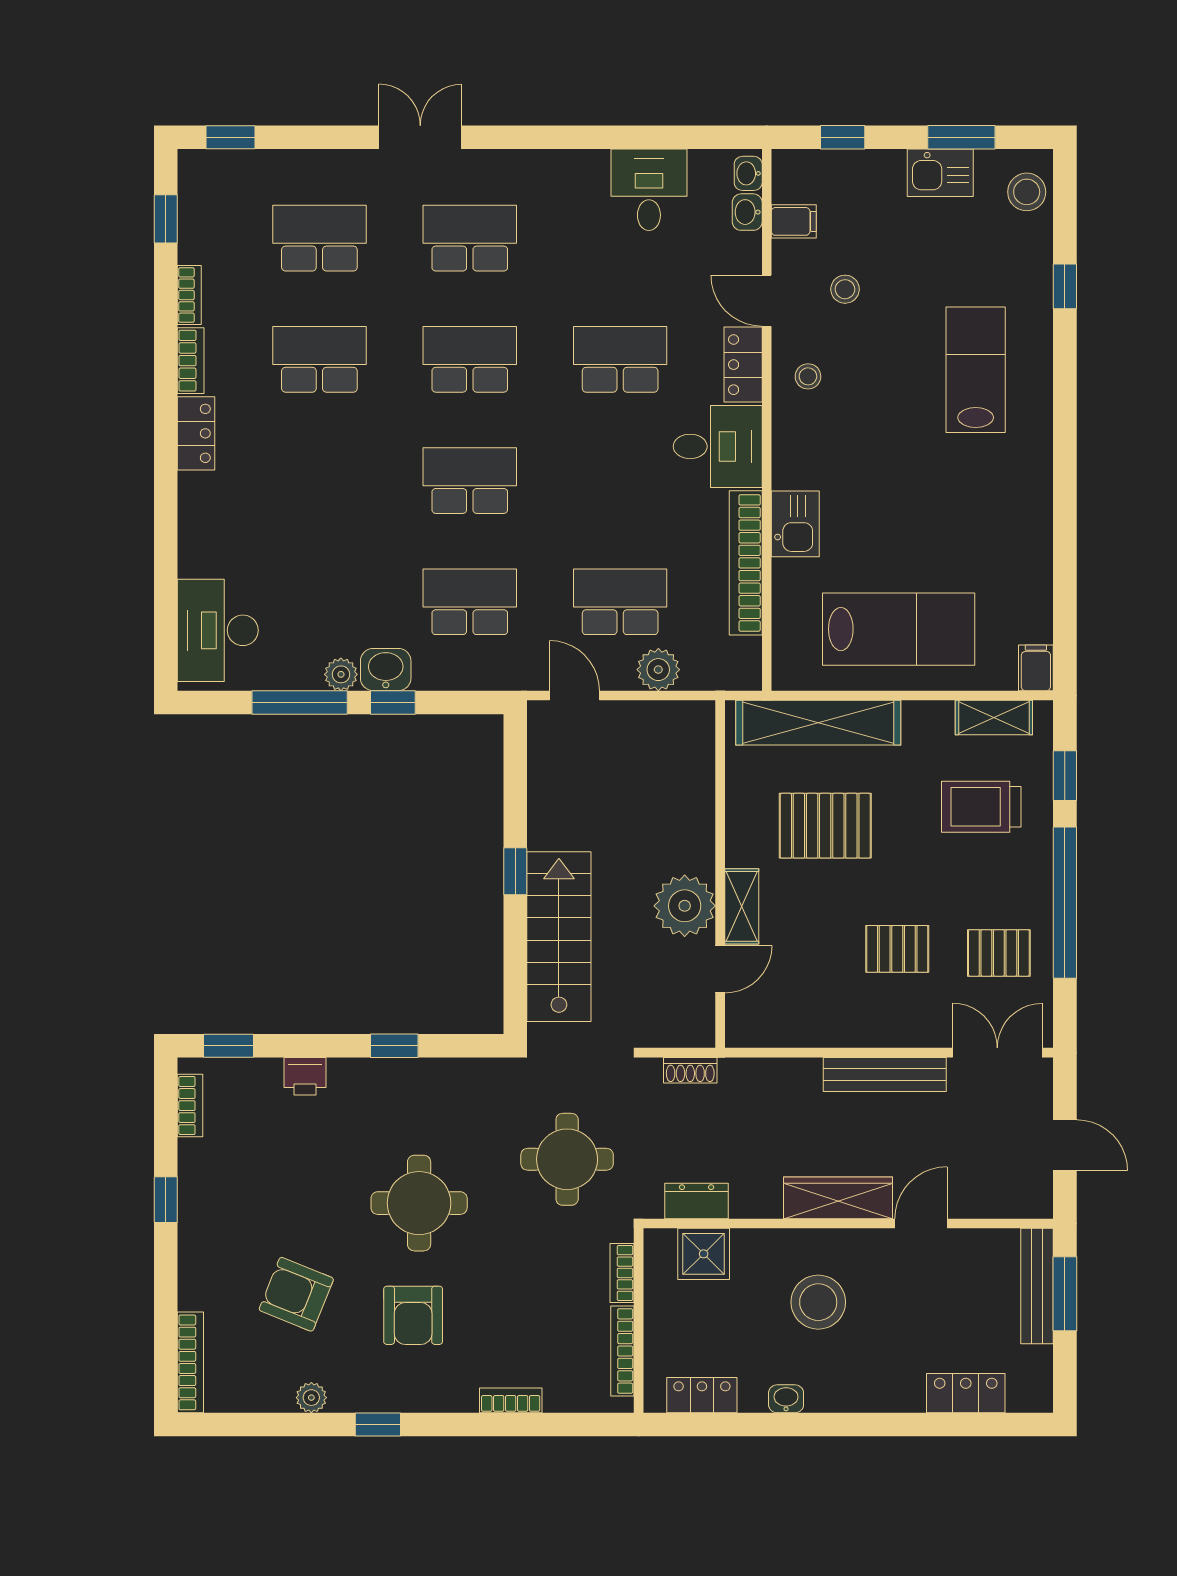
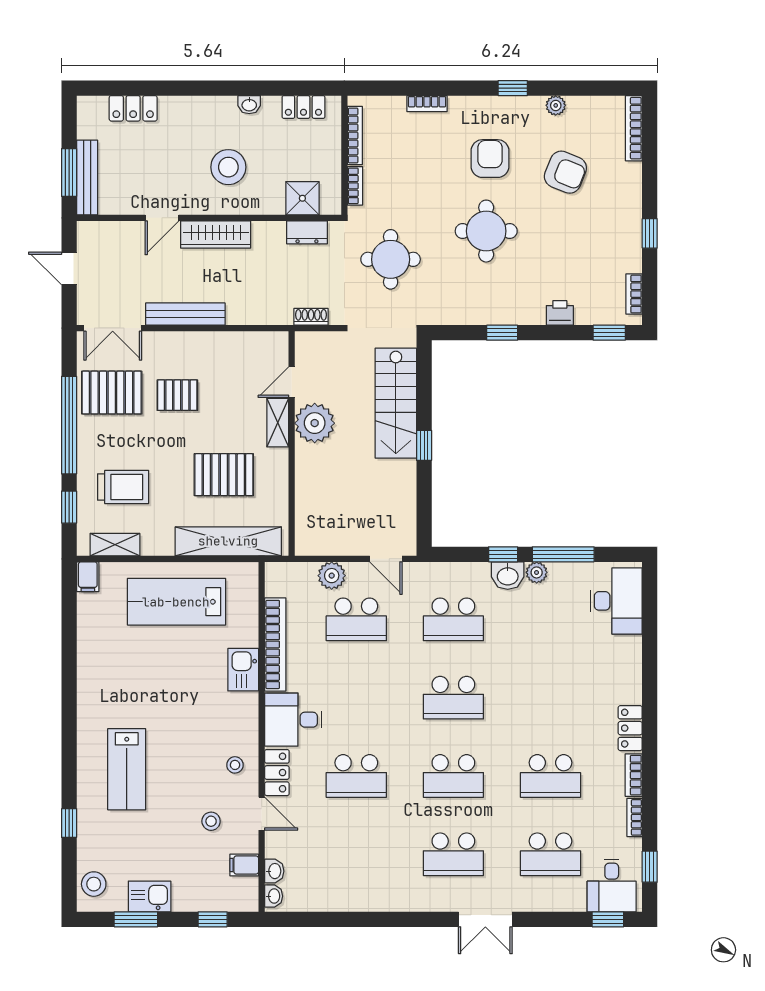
desk: (649, 190) -> (612, 885), moved
pallet: (999, 953) -> (112, 393), width x1.50, depth x1.42

